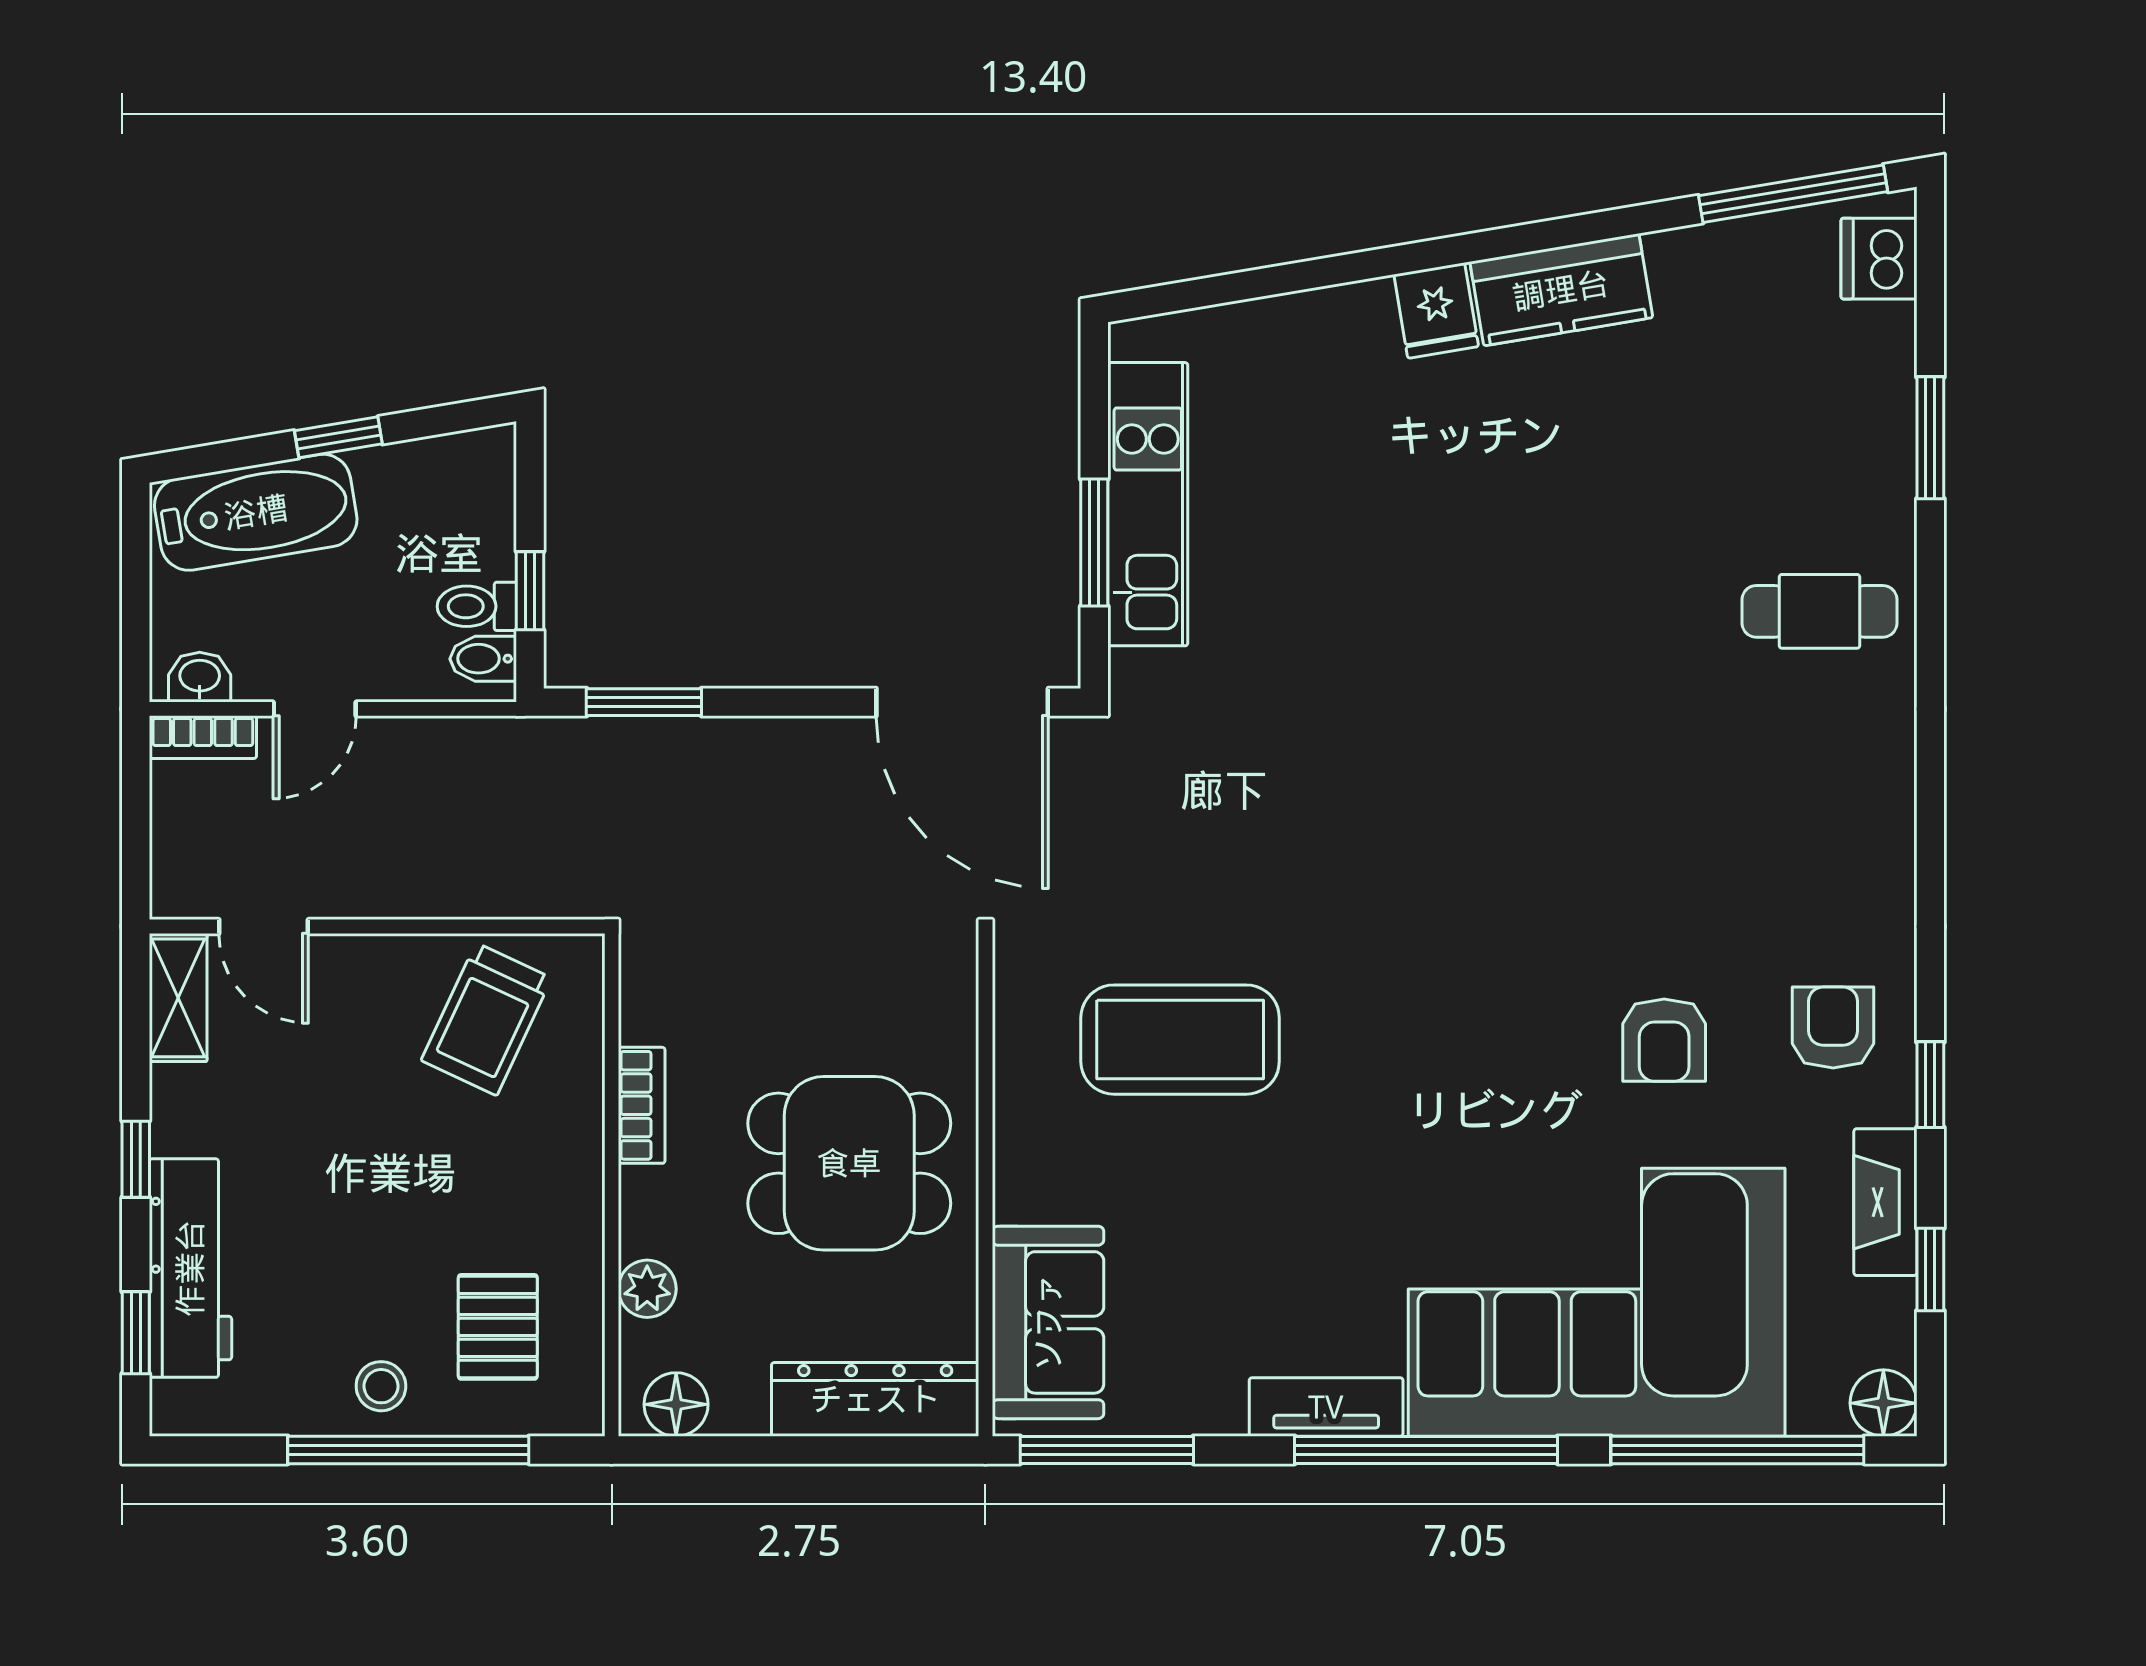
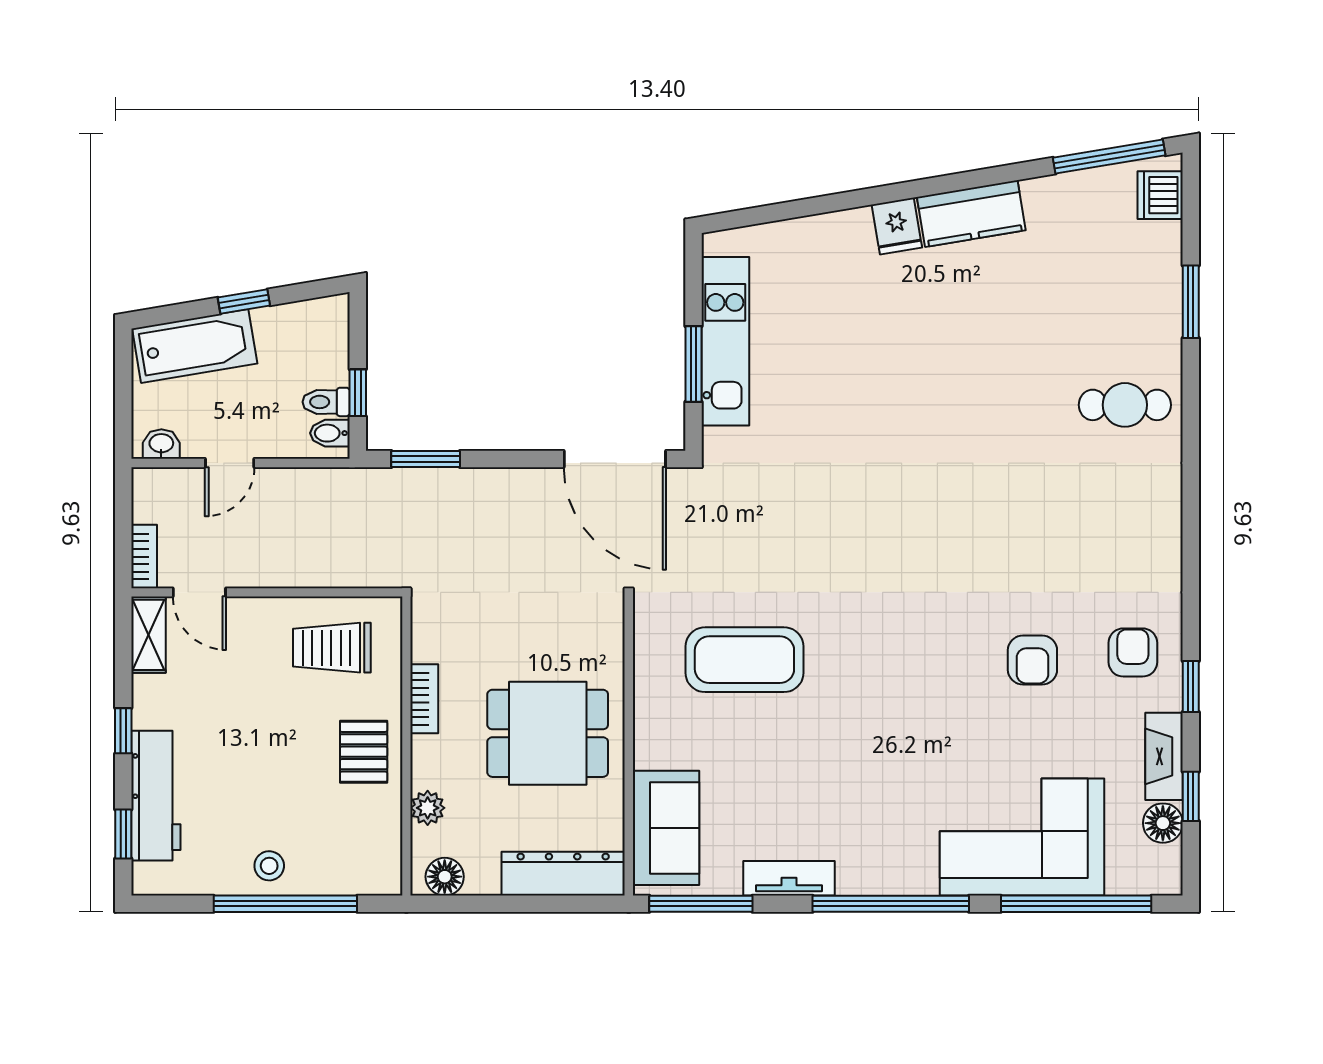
bookcase: (203, 737) -> (144, 557), moved, turned -90
trolley: (486, 1019) -> (332, 648), turned 65
corner sofa: (1597, 1302) -> (1022, 837), width x0.73, depth x0.74
pallet: (498, 1327) -> (364, 752), moved
floor lamp: (1883, 1403) -> (1163, 823), moved
tv unit: (1326, 1407) -> (789, 878), moved

